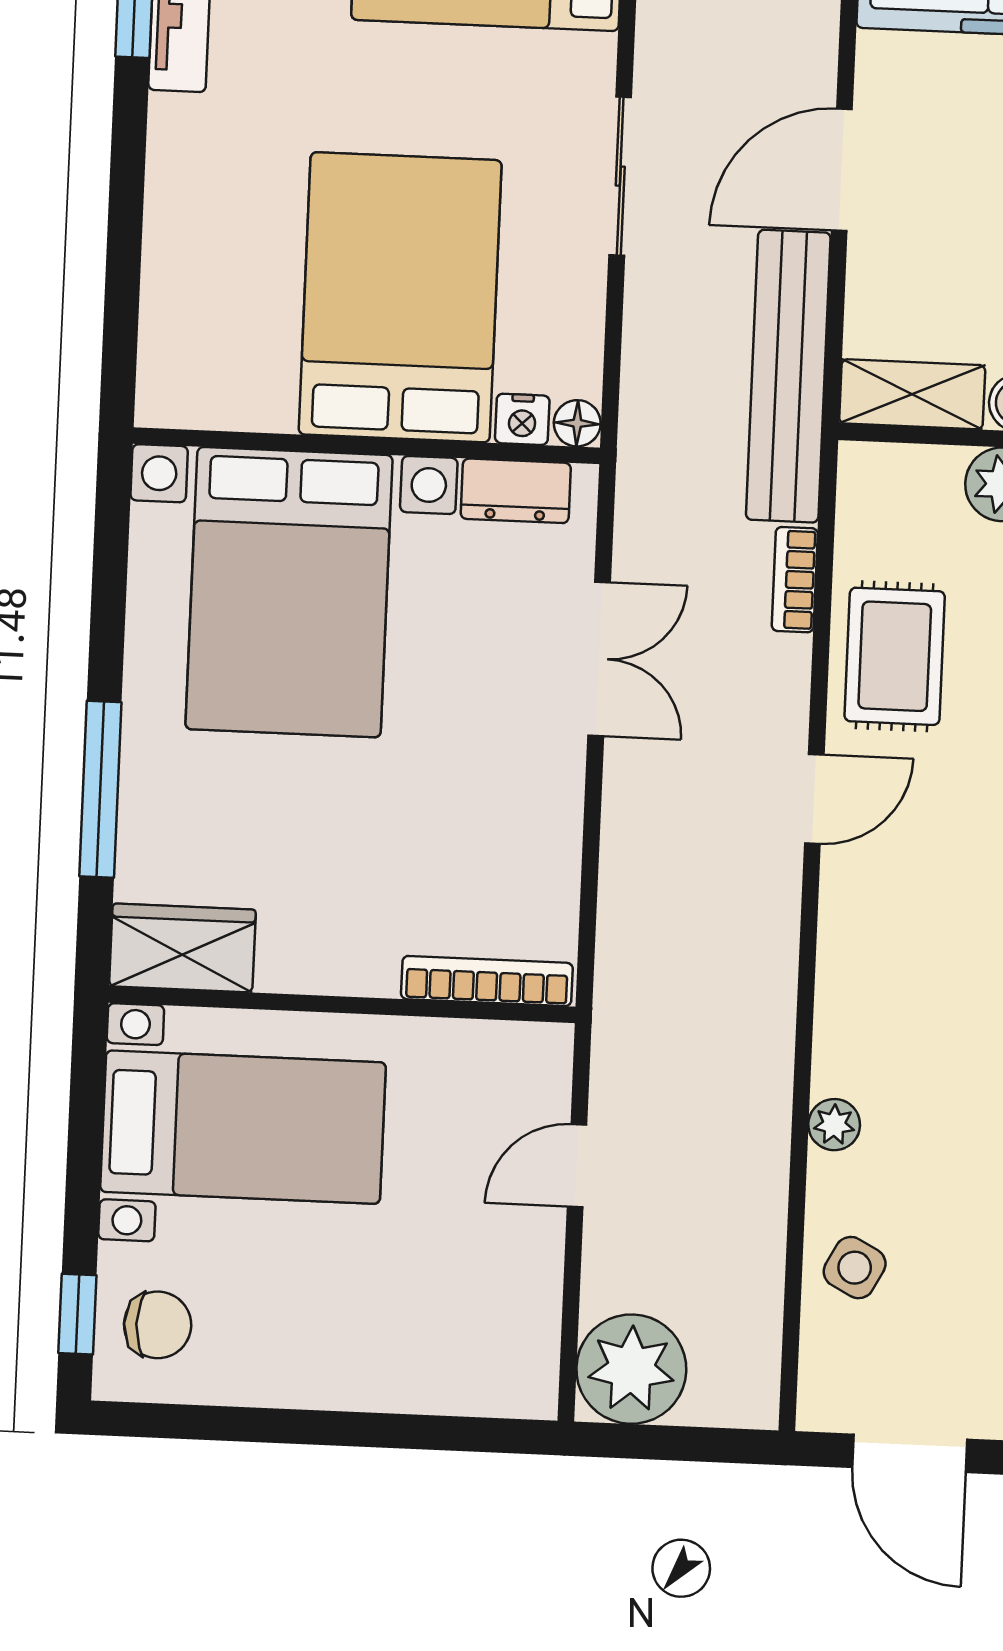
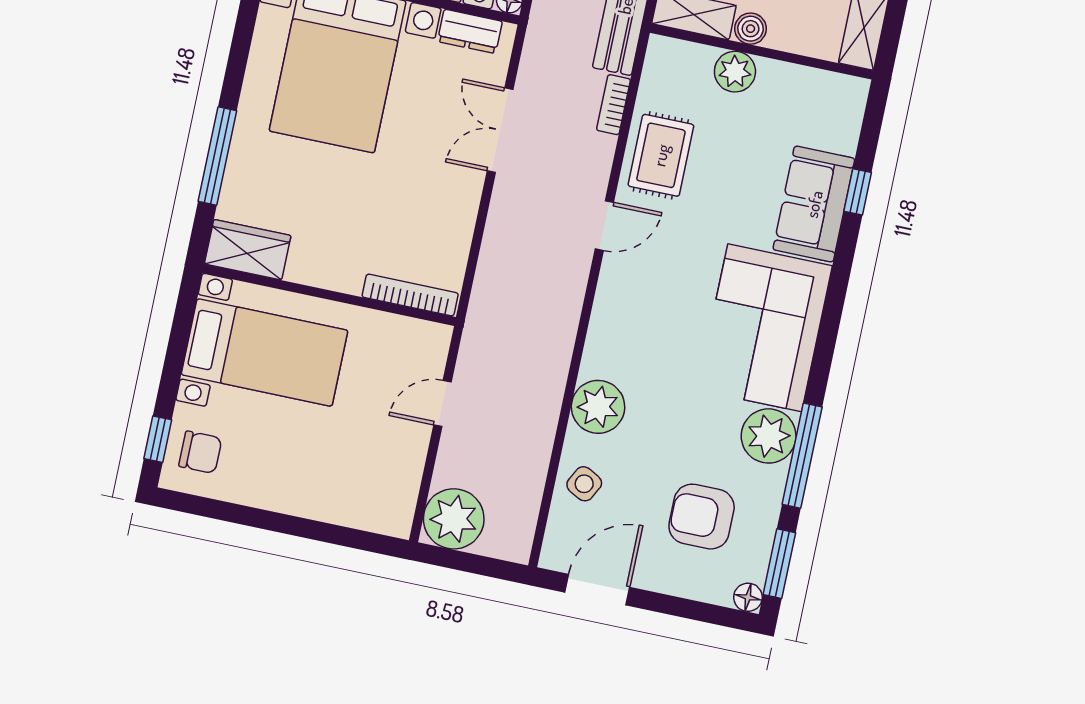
double door: (599, 659) -> (500, 130), swing flipped
plant: (834, 1125) -> (598, 407), width x1.87, depth x1.87
door: (910, 1453) -> (597, 590), swing flipped

